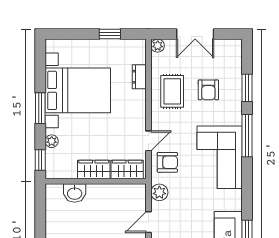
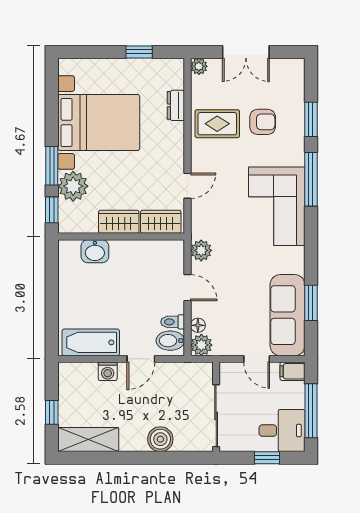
armchair: (208, 90) -> (263, 122), turned -90
rug: (172, 91) -> (217, 124), turned 90
window: (40, 108) -> (52, 166), moved
plant: (52, 141) -> (73, 186), width x1.88, depth x1.88
armchair: (167, 162) -> (211, 213), removed
door: (148, 222) -> (188, 288), swing flipped

